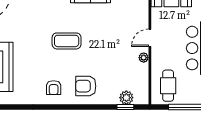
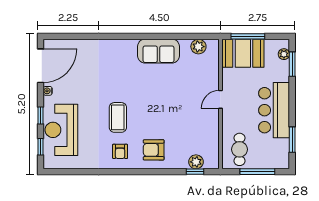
coffee table: (67, 41) -> (118, 117), moved, turned 90
plant: (144, 58) -> (214, 120), removed

